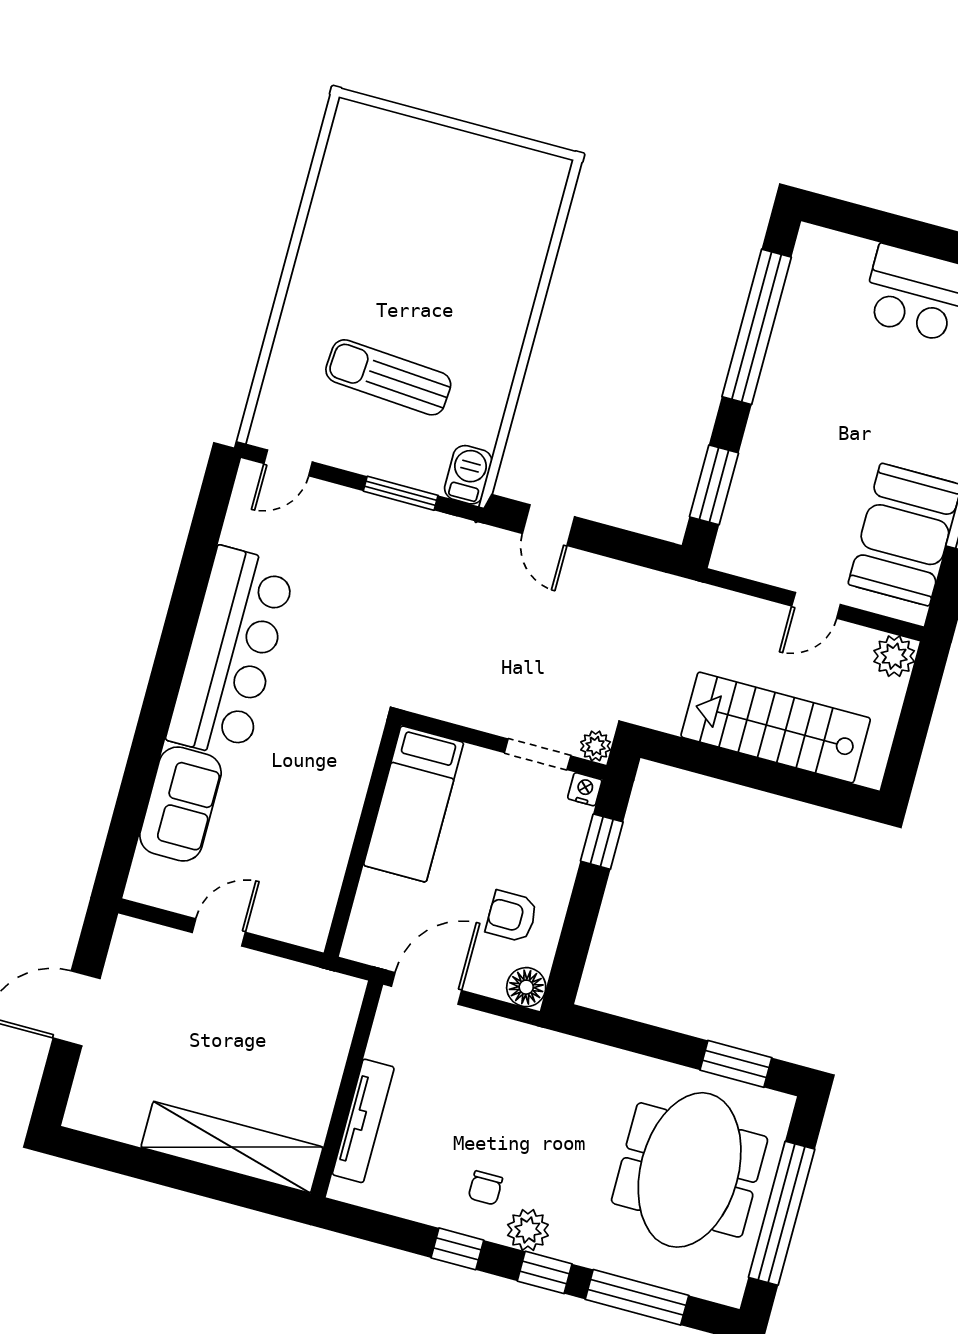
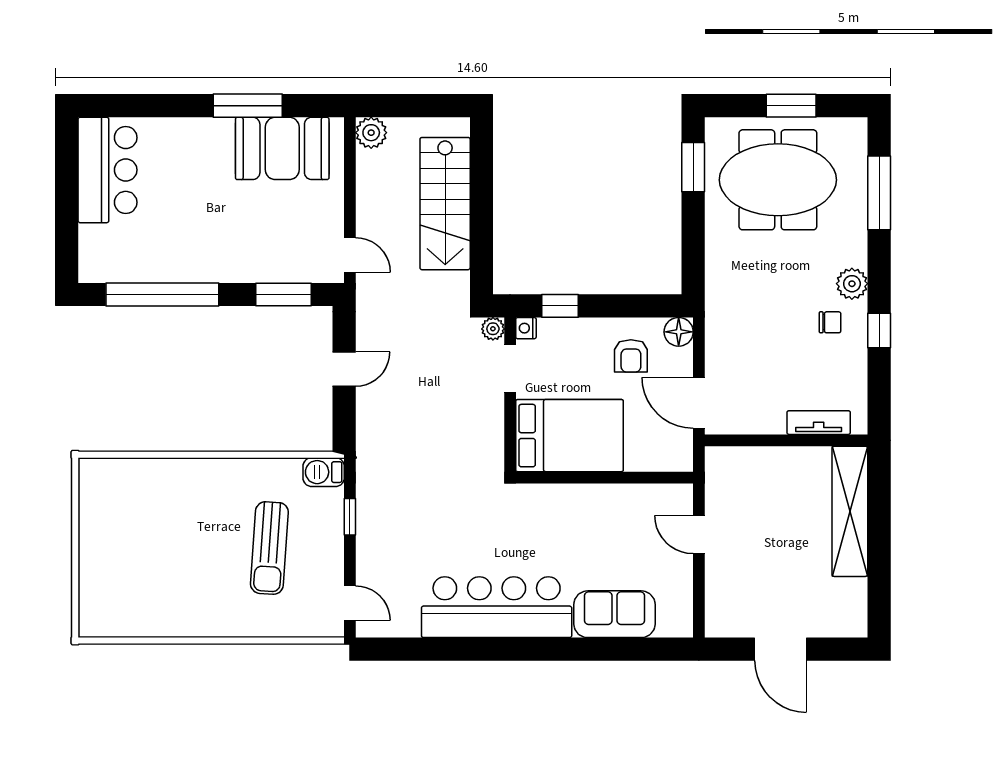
window: (401, 493) -> (350, 517), width x0.67
door: (549, 525) -> (344, 369), moved
door: (816, 605) -> (350, 255), moved
bed: (414, 804) -> (569, 436), width x1.50
door: (219, 932) -> (699, 535), moved
tv unit: (363, 1121) -> (819, 423), width x0.71
window: (782, 1213) -> (791, 106), width x0.47
window: (545, 1272) -> (879, 264), removed

